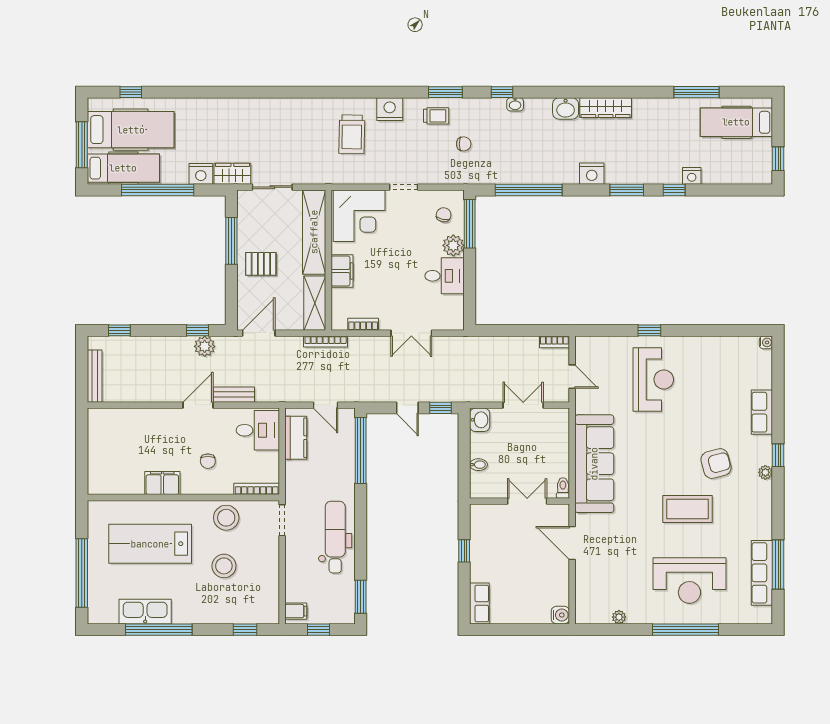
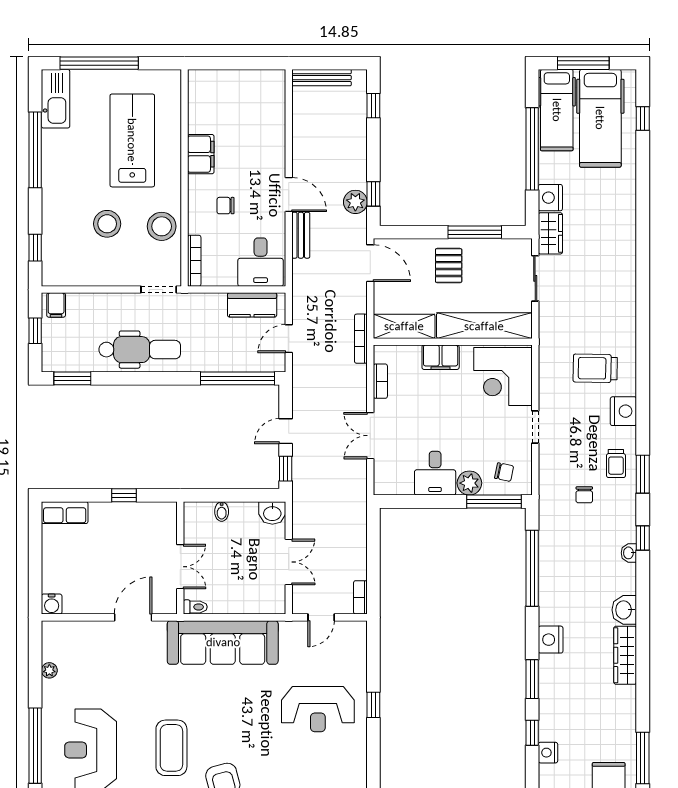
kitchen sink: (145, 612) -> (56, 99), moved

